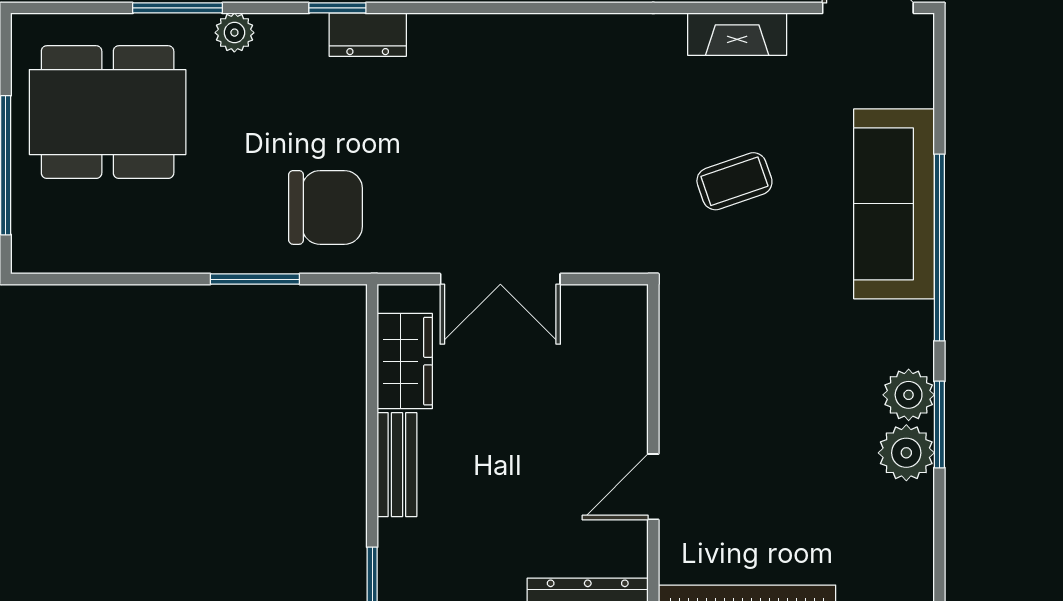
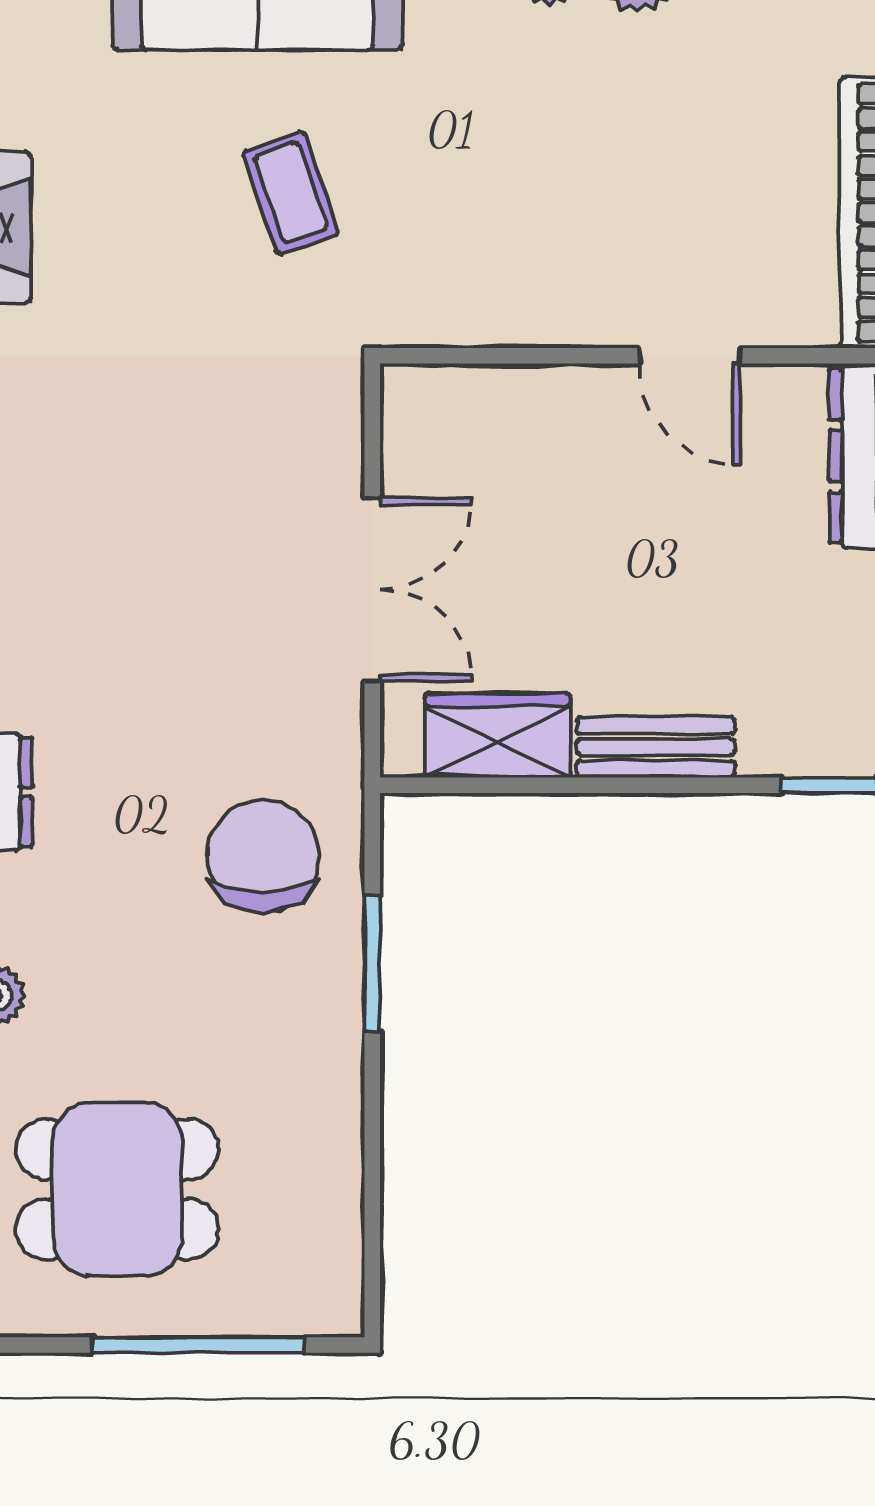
dining table: (108, 112) -> (117, 1189), width x0.73
coffee table: (734, 181) -> (291, 193), moved

